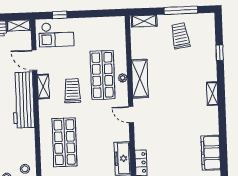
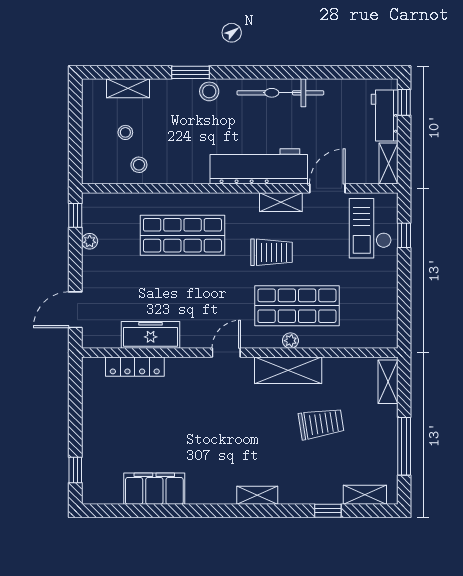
shelving: (210, 32) -> (365, 495), added
trolley: (180, 36) -> (321, 424), moved

